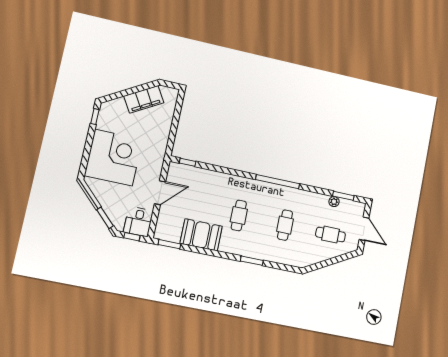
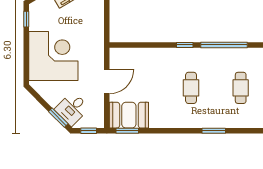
window: (188, 162) -> (185, 45), moved
desk: (138, 222) -> (72, 109), moved, turned 45
booth: (201, 235) -> (129, 115), moved

